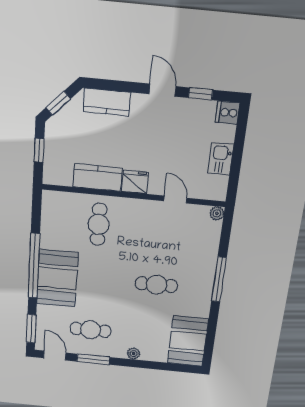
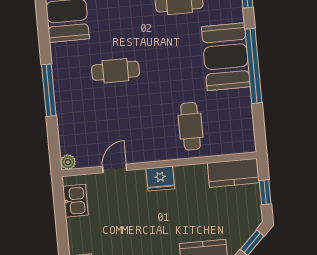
kitchen sink: (221, 159) -> (75, 201), moved
kitchen counter: (98, 177) -> (233, 173), moved
door: (175, 200) -> (115, 168), swing flipped

